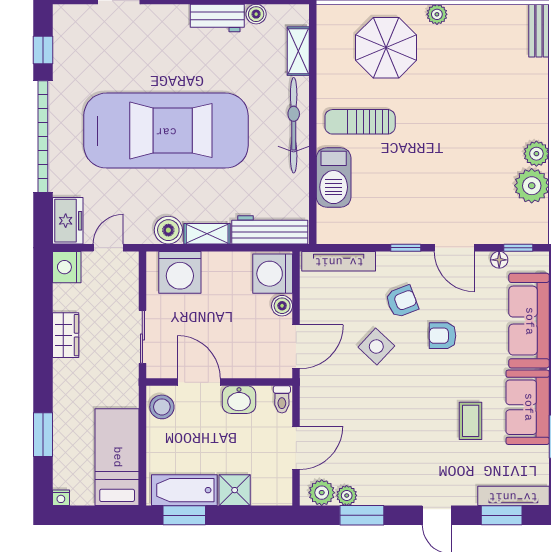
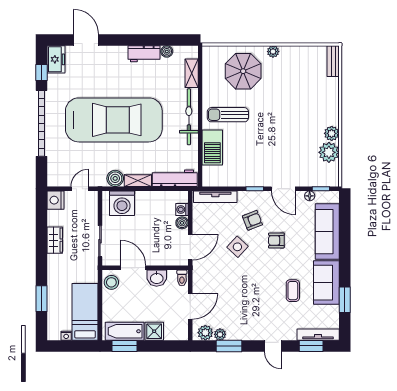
freezer: (68, 221) -> (56, 59), moved
washing machine: (273, 274) -> (182, 209), width x0.53, depth x0.53
nightstand: (61, 498) -> (66, 336), moved

